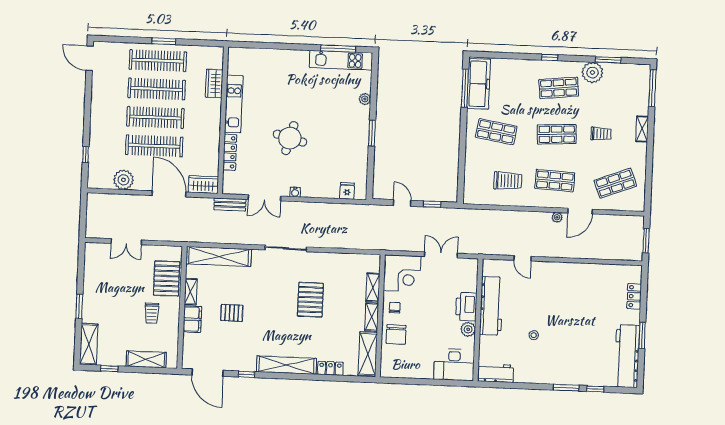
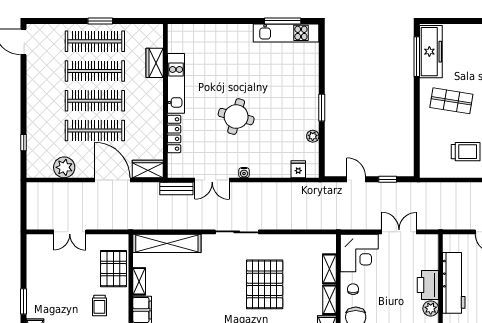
plant: (365, 99) -> (313, 136), moved
pallet: (310, 300) -> (265, 284), width x1.37, depth x1.41
pallet: (232, 313) -> (183, 302), removed

